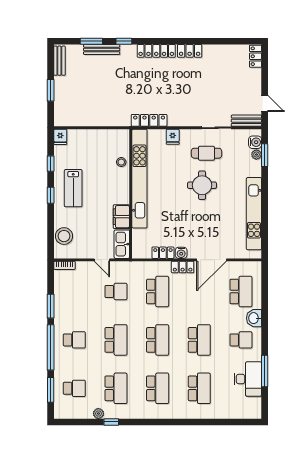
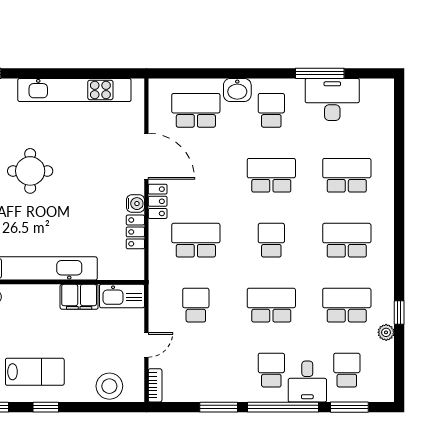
door: (102, 260) -> (146, 345), moved
school desk: (158, 340) -> (271, 240), width x0.54
desk: (67, 363) -> (307, 382), added

